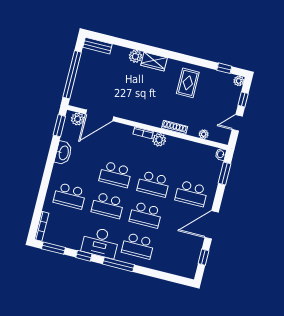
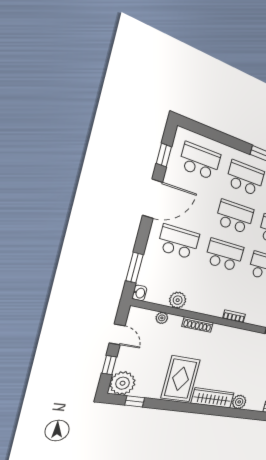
wardrobe: (154, 62) -> (213, 398), width x1.50
plant: (239, 81) -> (123, 383), width x1.87, depth x1.87
rug: (188, 83) -> (181, 379), width x1.36, depth x1.43
door: (237, 123) -> (117, 334), hinge flipped
plant: (159, 140) -> (178, 300), moved
school desk: (176, 255) -> (200, 161), added

